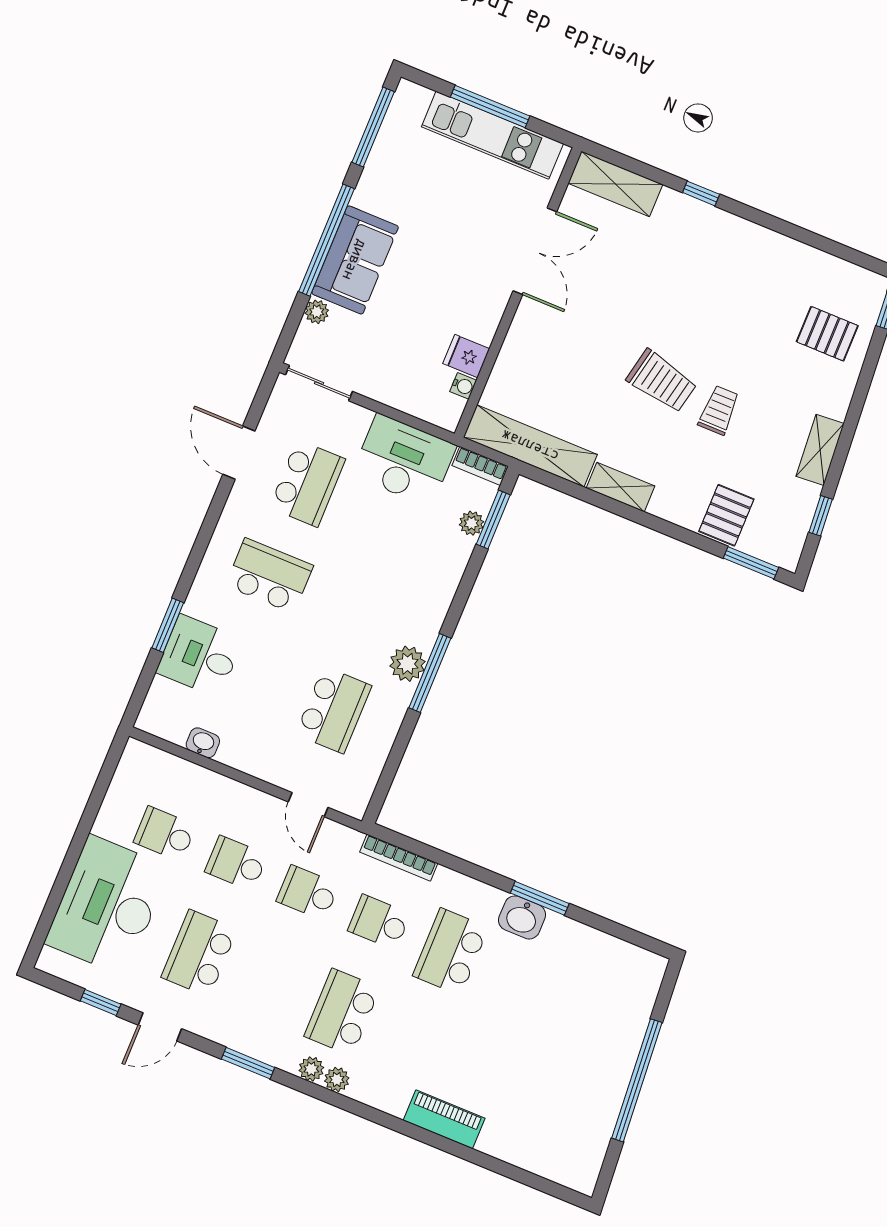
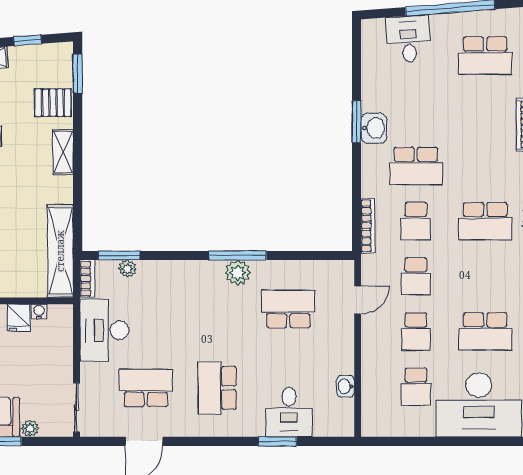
shelving: (621, 487) -> (63, 152), moved
desk: (619, 1010) -> (409, 39), added
school desk: (556, 1100) -> (485, 56), added

